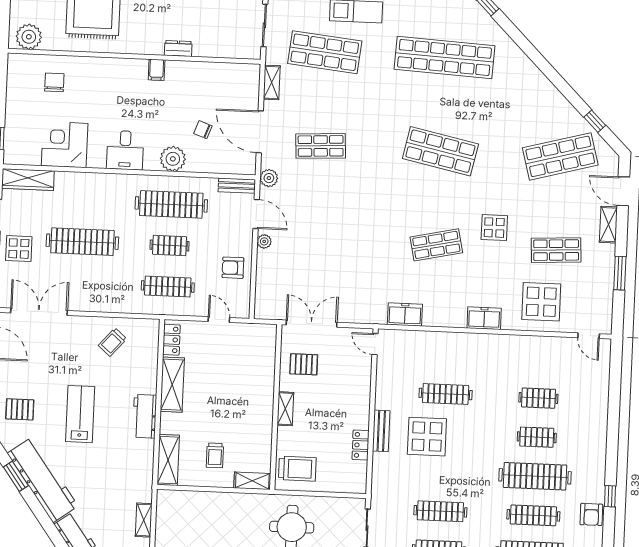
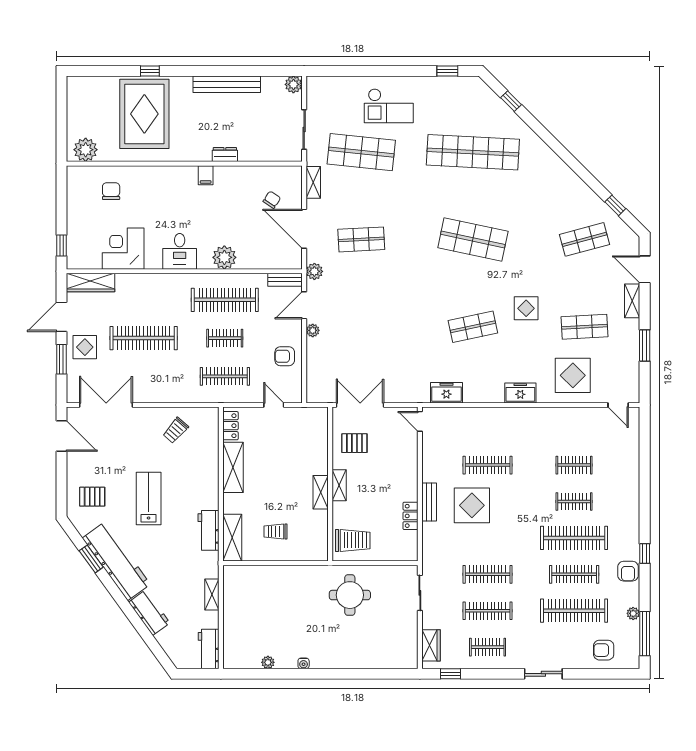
chair: (203, 130) -> (272, 200), moved, turned 104
shop shelf: (560, 156) -> (584, 239), width x0.70, depth x0.74
door: (256, 214) -> (304, 305), swing flipped
workbench: (145, 416) -> (209, 530), moved
trolley: (215, 455) -> (276, 532), turned 90
shelving: (252, 481) -> (321, 492), moved, turned 90

